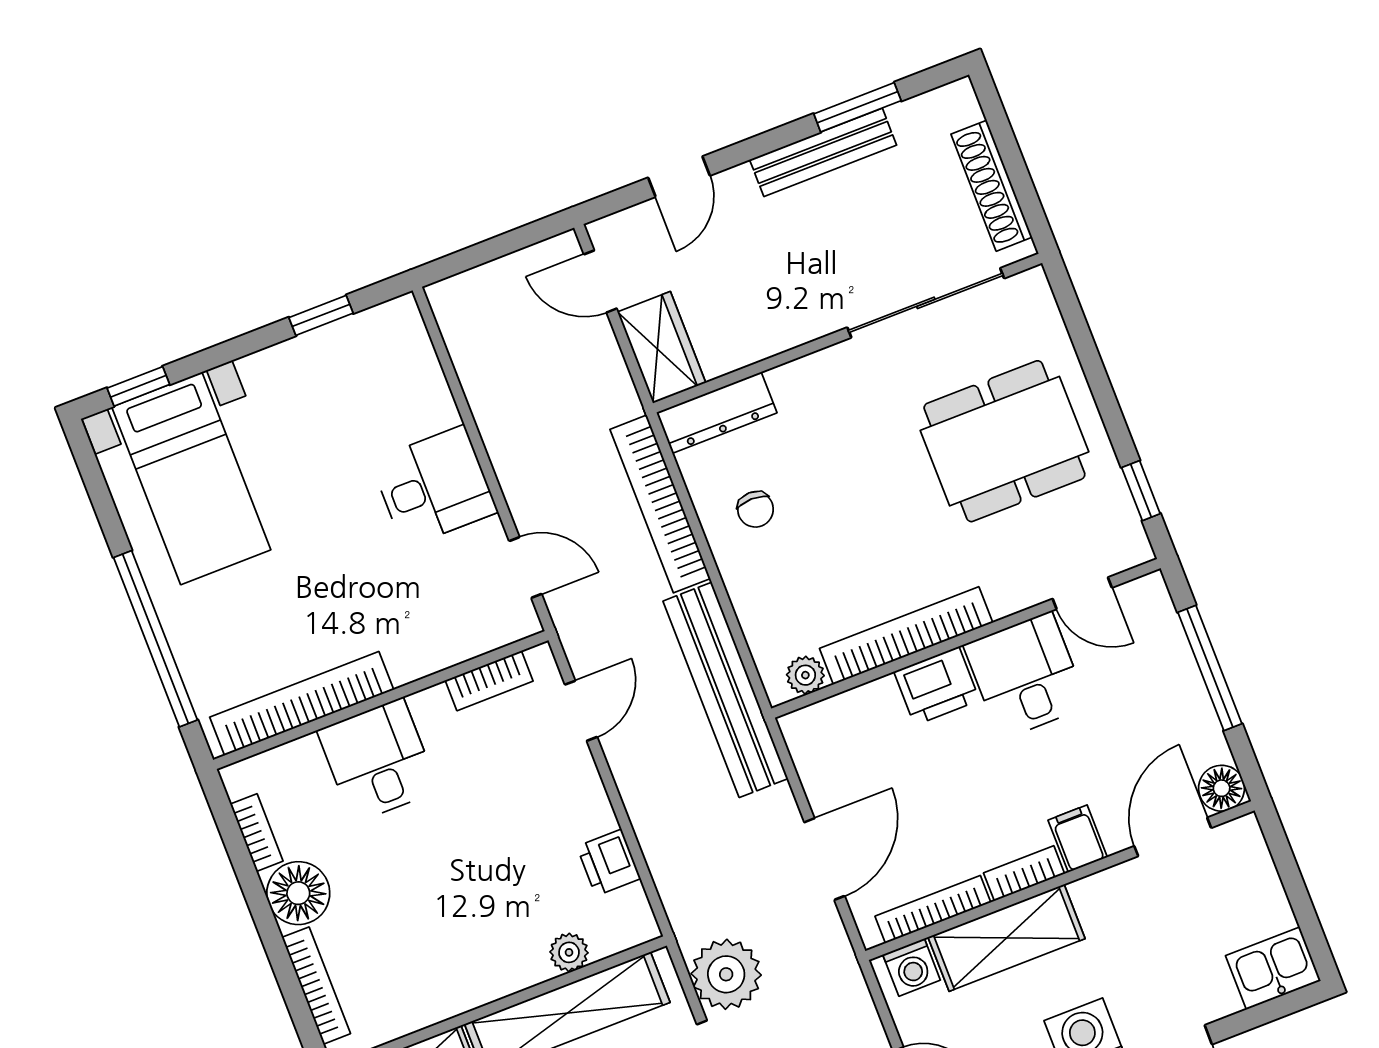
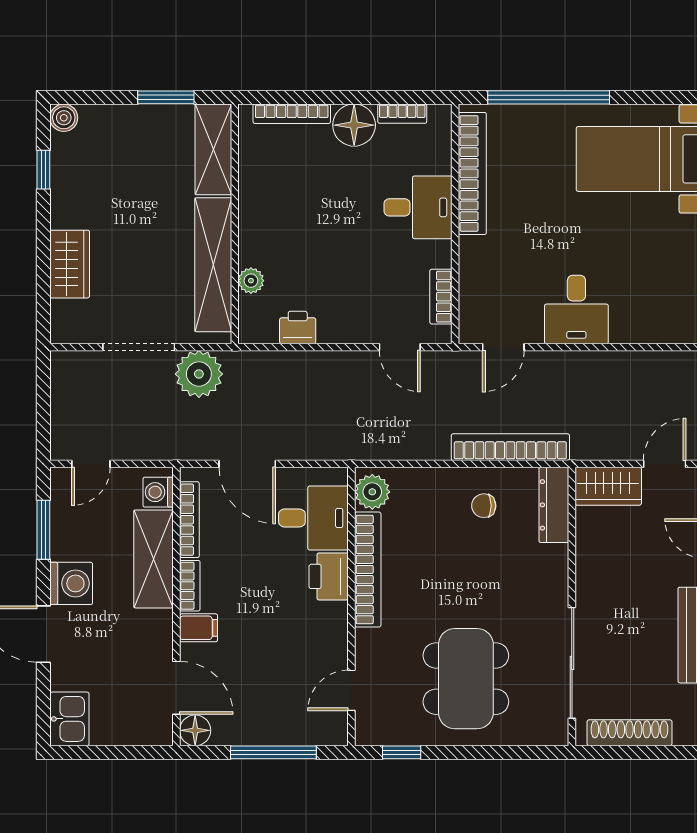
plant: (805, 675) -> (372, 492), width x1.38, depth x1.38
desk: (1026, 676) -> (313, 518), moved
bench: (725, 690) -> (378, 443), removed

